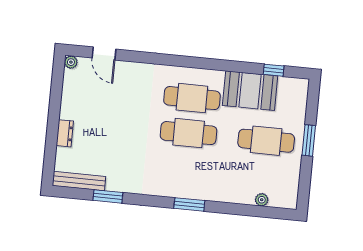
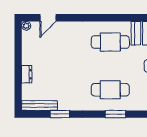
door: (104, 54) -> (48, 18), hinge flipped
cafe table: (189, 133) -> (110, 90), moved

